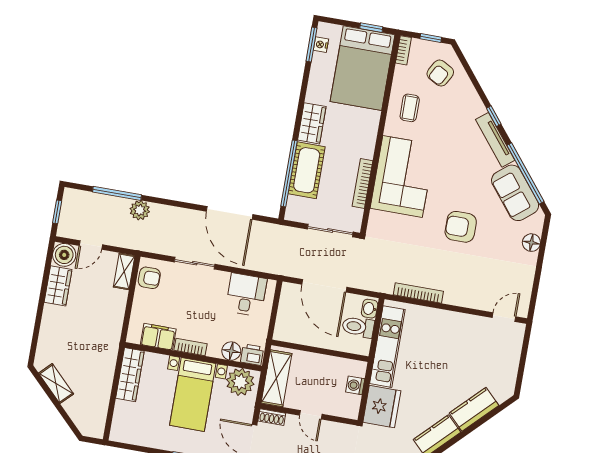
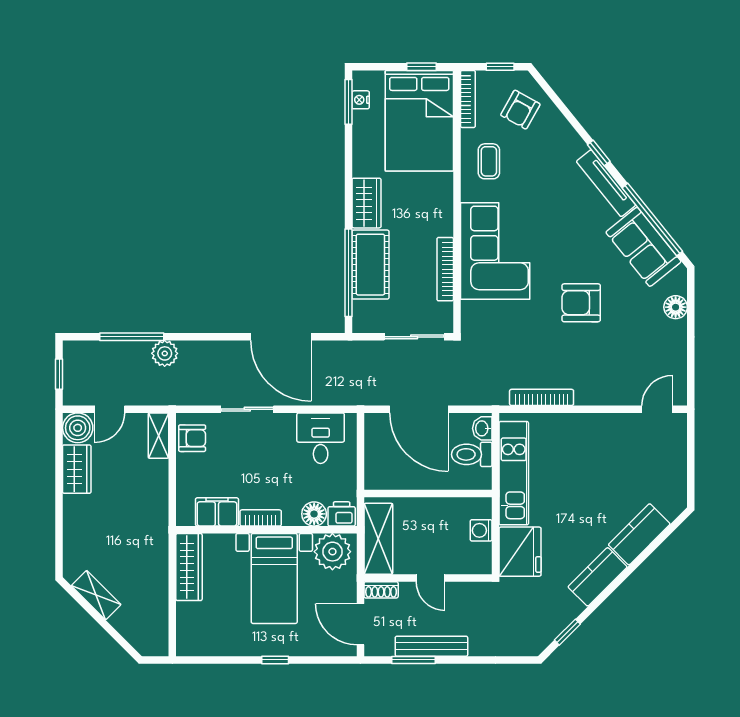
bookcase: (403, 50) -> (468, 99), width x1.56

